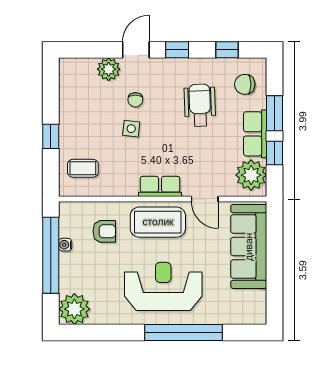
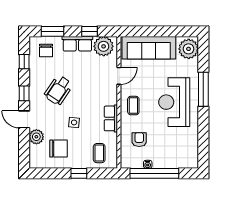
chair: (135, 100) -> (58, 148), moved, width x1.87, depth x1.87
wheelchair: (200, 105) -> (58, 90), moved, turned -54
window: (275, 113) -> (53, 31), moved
row of seats: (160, 186) -> (111, 118), moved
coffee table: (158, 222) -> (133, 106), width x0.54, depth x0.58
plant: (74, 309) -> (189, 49), moved
window: (184, 333) -> (203, 89), width x0.68

